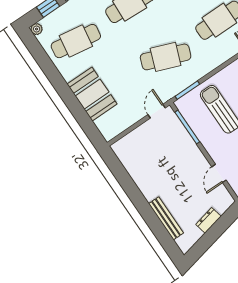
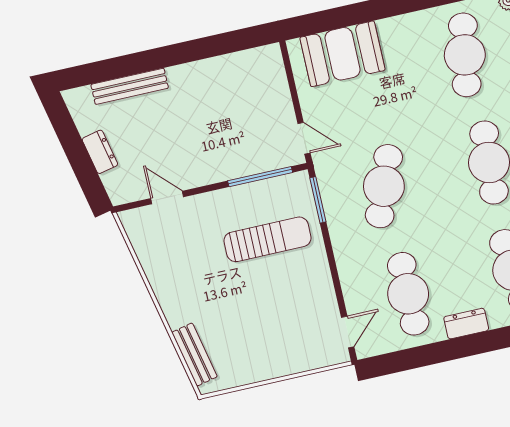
booth: (92, 94) -> (342, 54), moved

